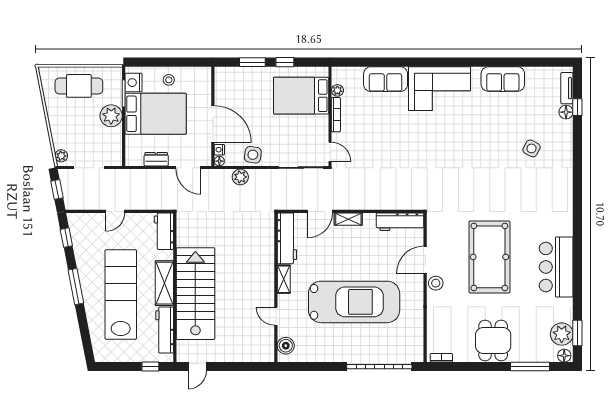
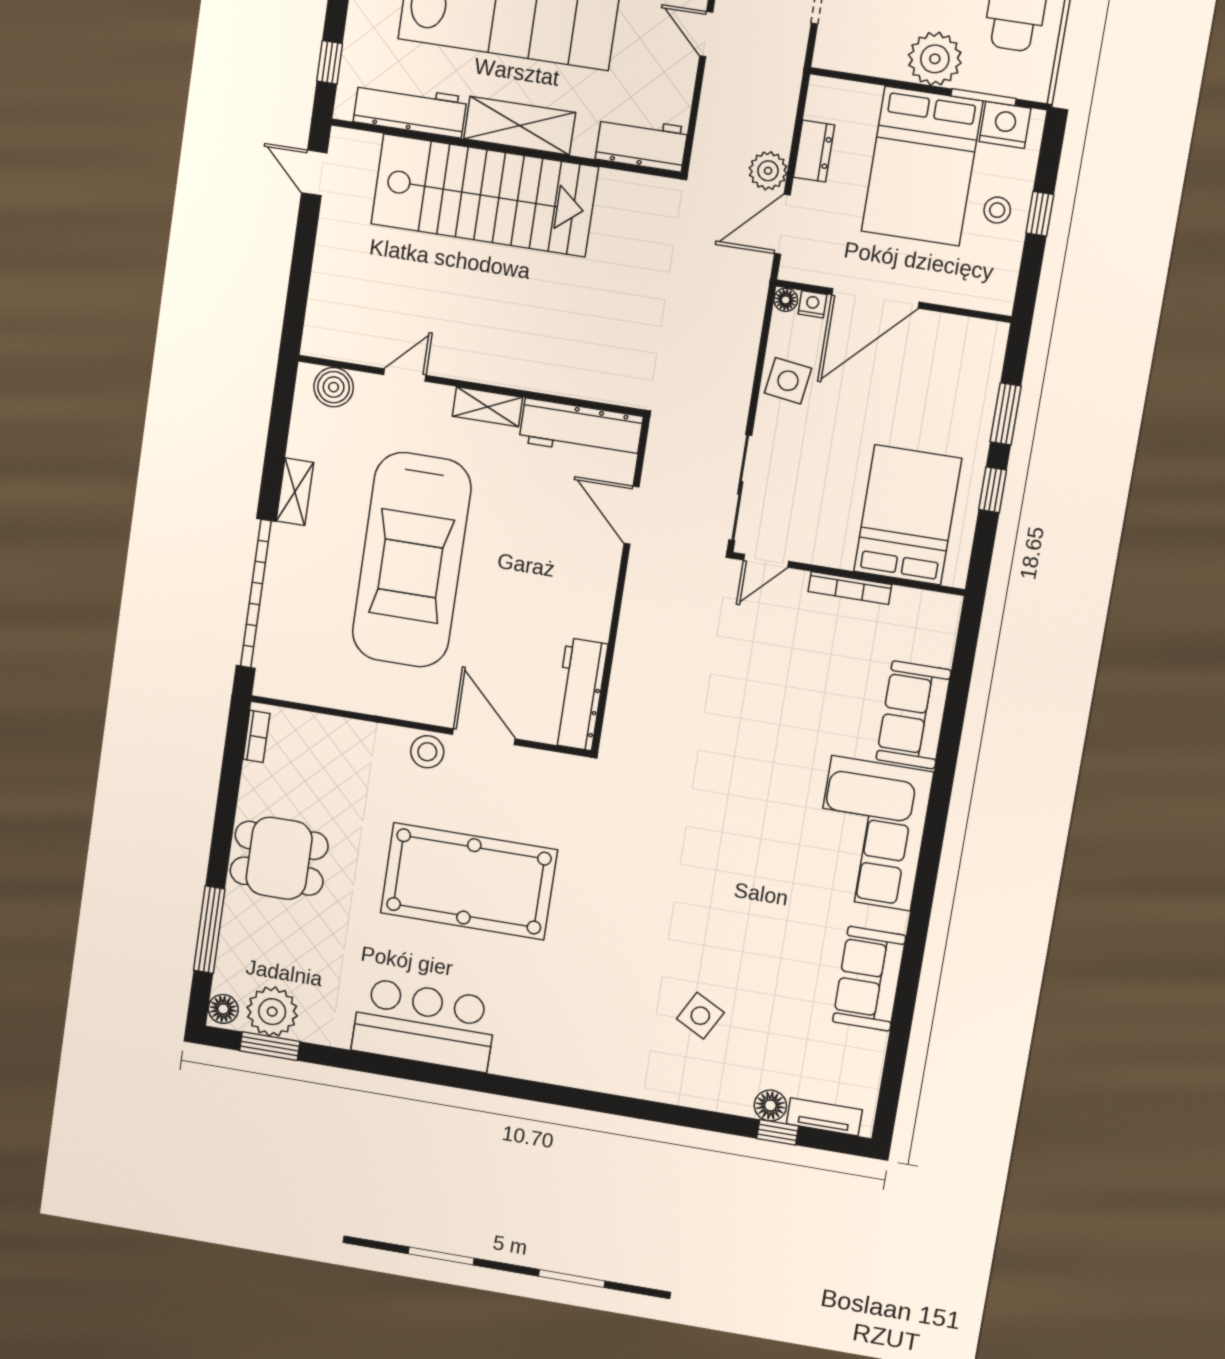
window: (168, 62) -> (1040, 214), added
plant: (337, 90) -> (906, 601), removed
plant: (240, 177) -> (768, 171), moved
shelving: (348, 219) -> (295, 492), moved

